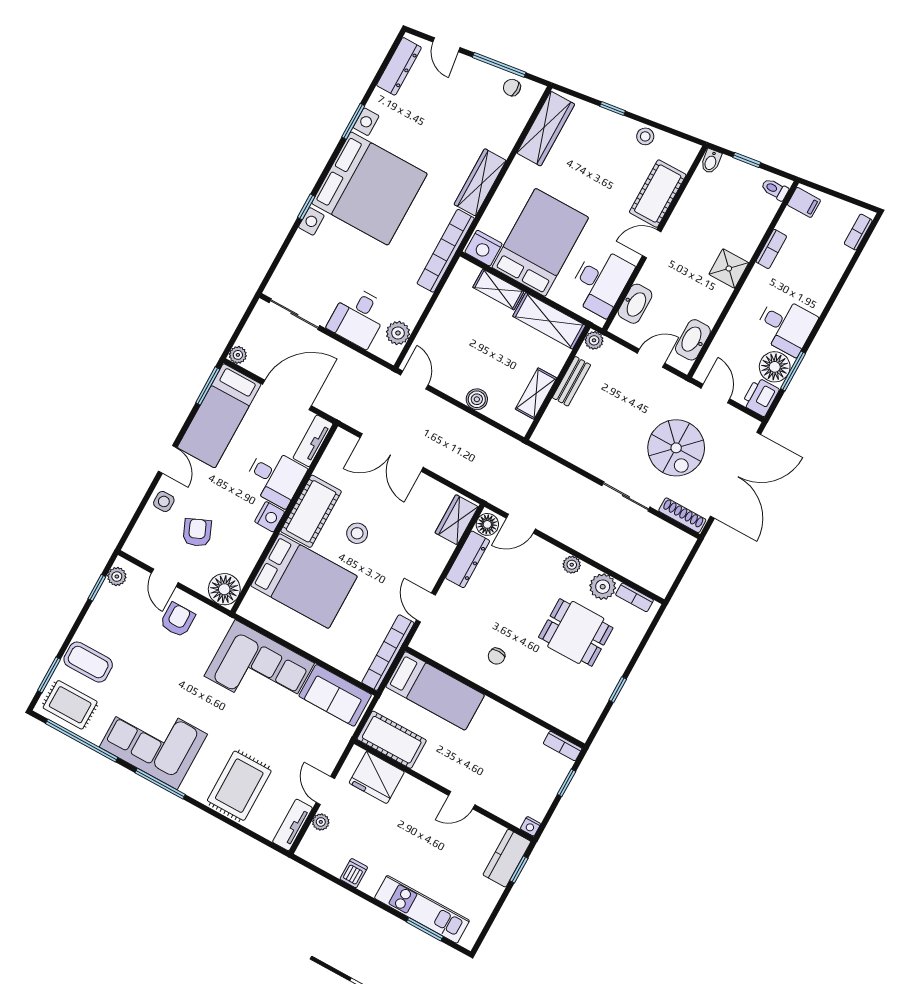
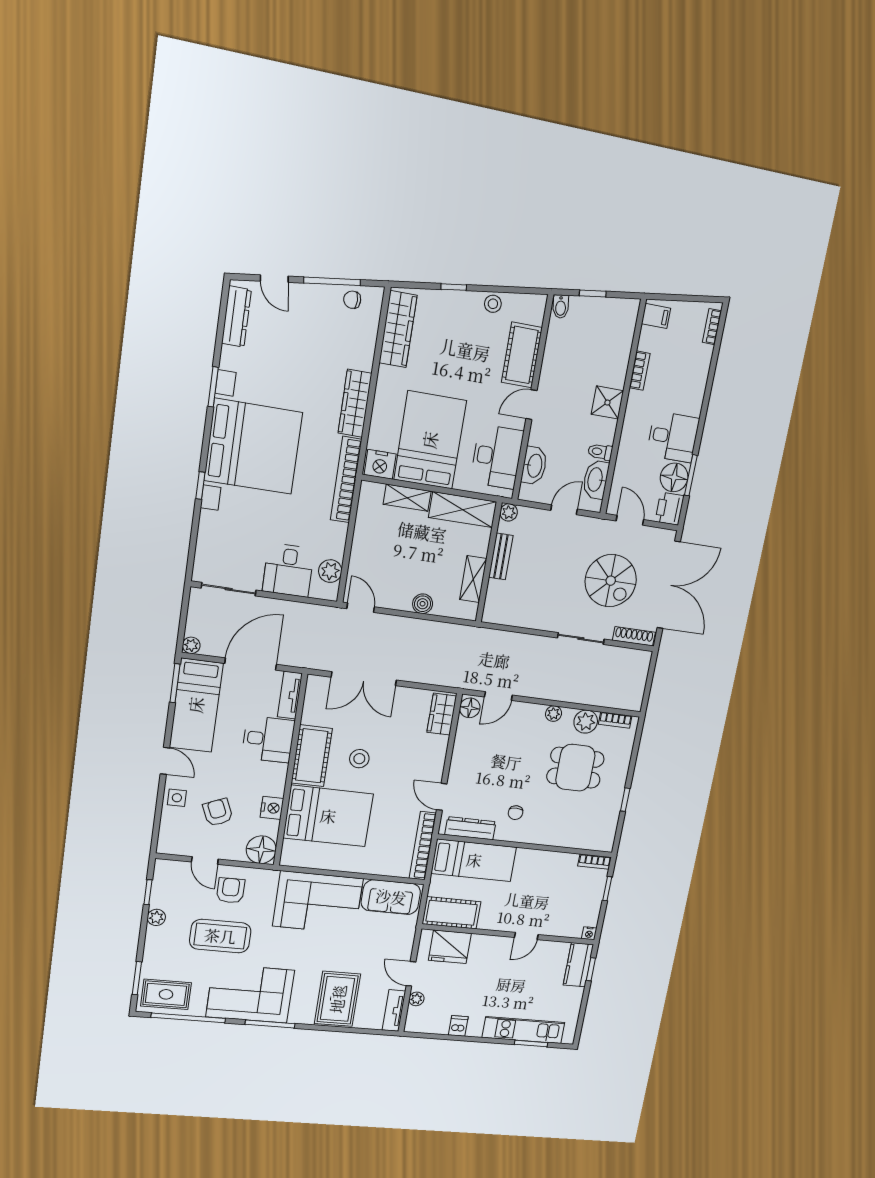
toilet: (775, 189) -> (600, 452), moved
nightstand: (270, 517) -> (272, 808), moved
dresser: (468, 559) -> (470, 828), moved, turned -90
plant: (117, 576) -> (156, 917), moved
coffee table: (88, 662) -> (220, 936), moved, width x1.36, depth x1.32

